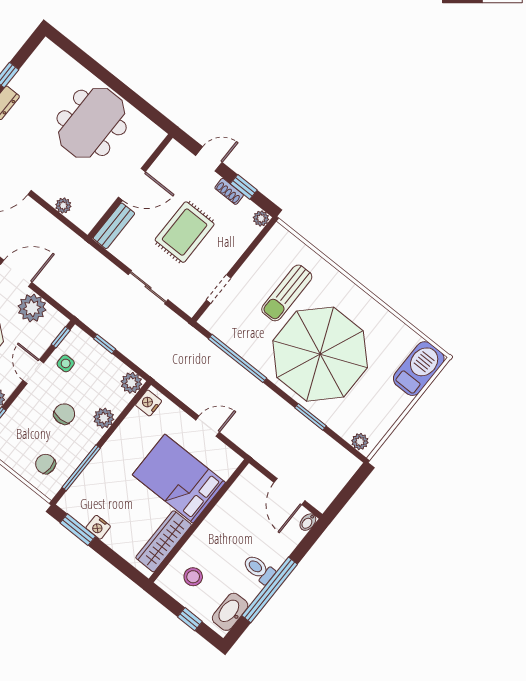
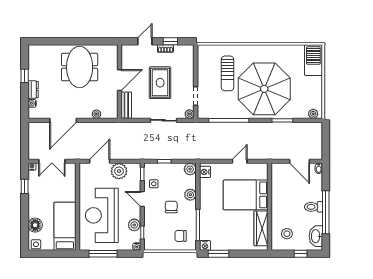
plant: (261, 218) -> (189, 114), moved
nightstand: (98, 527) -> (205, 245), moved

